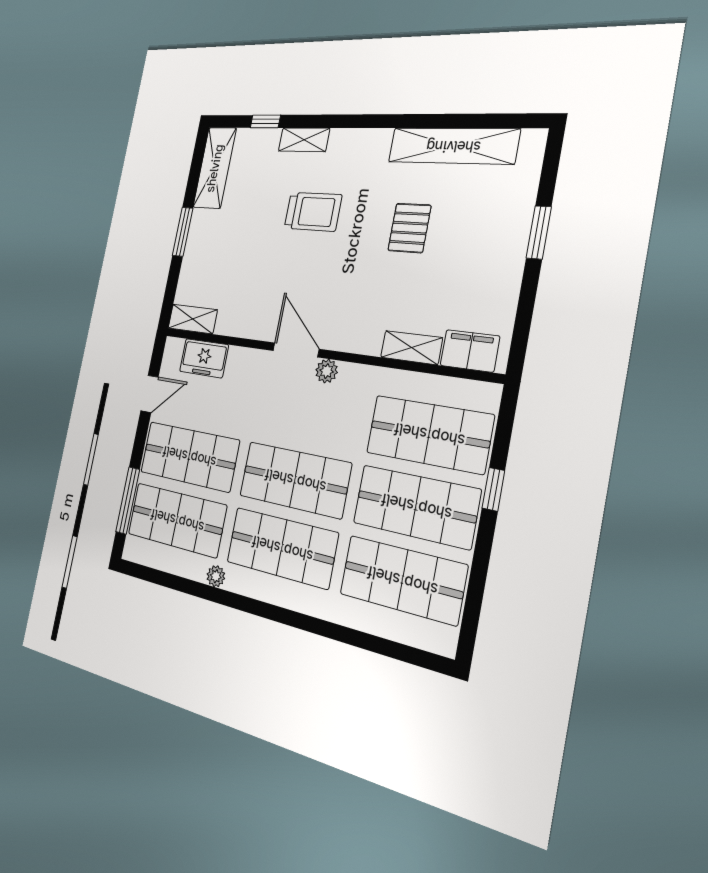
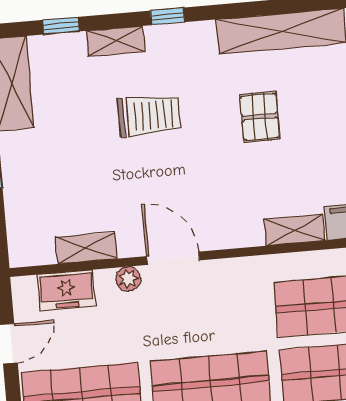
window: (354, 121) -> (168, 16), added
shelving: (193, 319) -> (86, 248), moved
plant: (327, 371) -> (128, 279), moved

